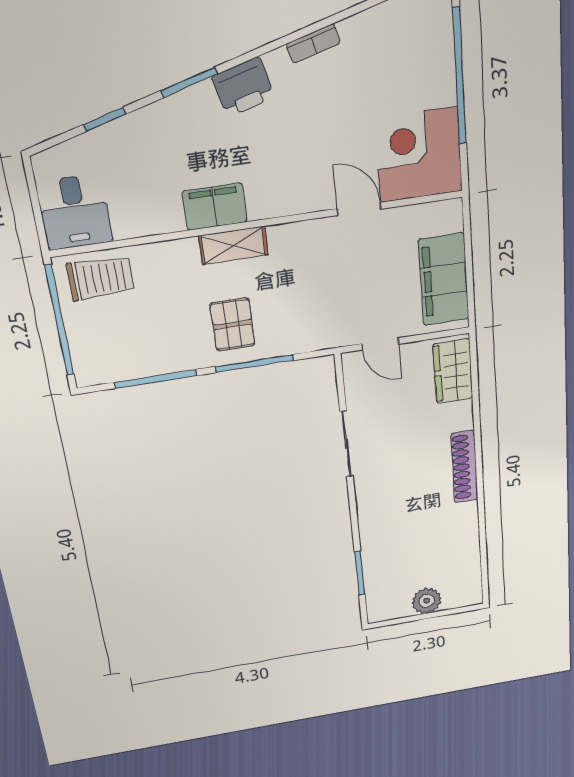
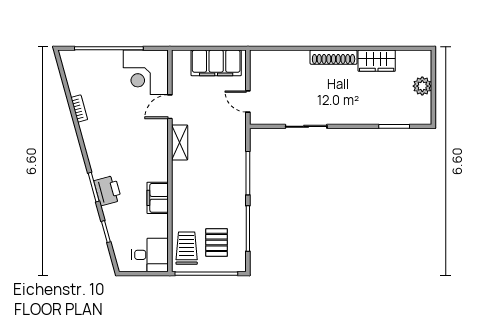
bookcase: (313, 44) -> (79, 109), moved
printer: (243, 87) -> (108, 191), moved
filing cabinet: (215, 207) -> (158, 198), moved
shelving: (233, 245) -> (180, 142), moved
pallet: (233, 324) -> (217, 242), moved, turned 90
door: (380, 344) -> (248, 101), swing flipped
wardrobe: (453, 371) -> (377, 61), moved

